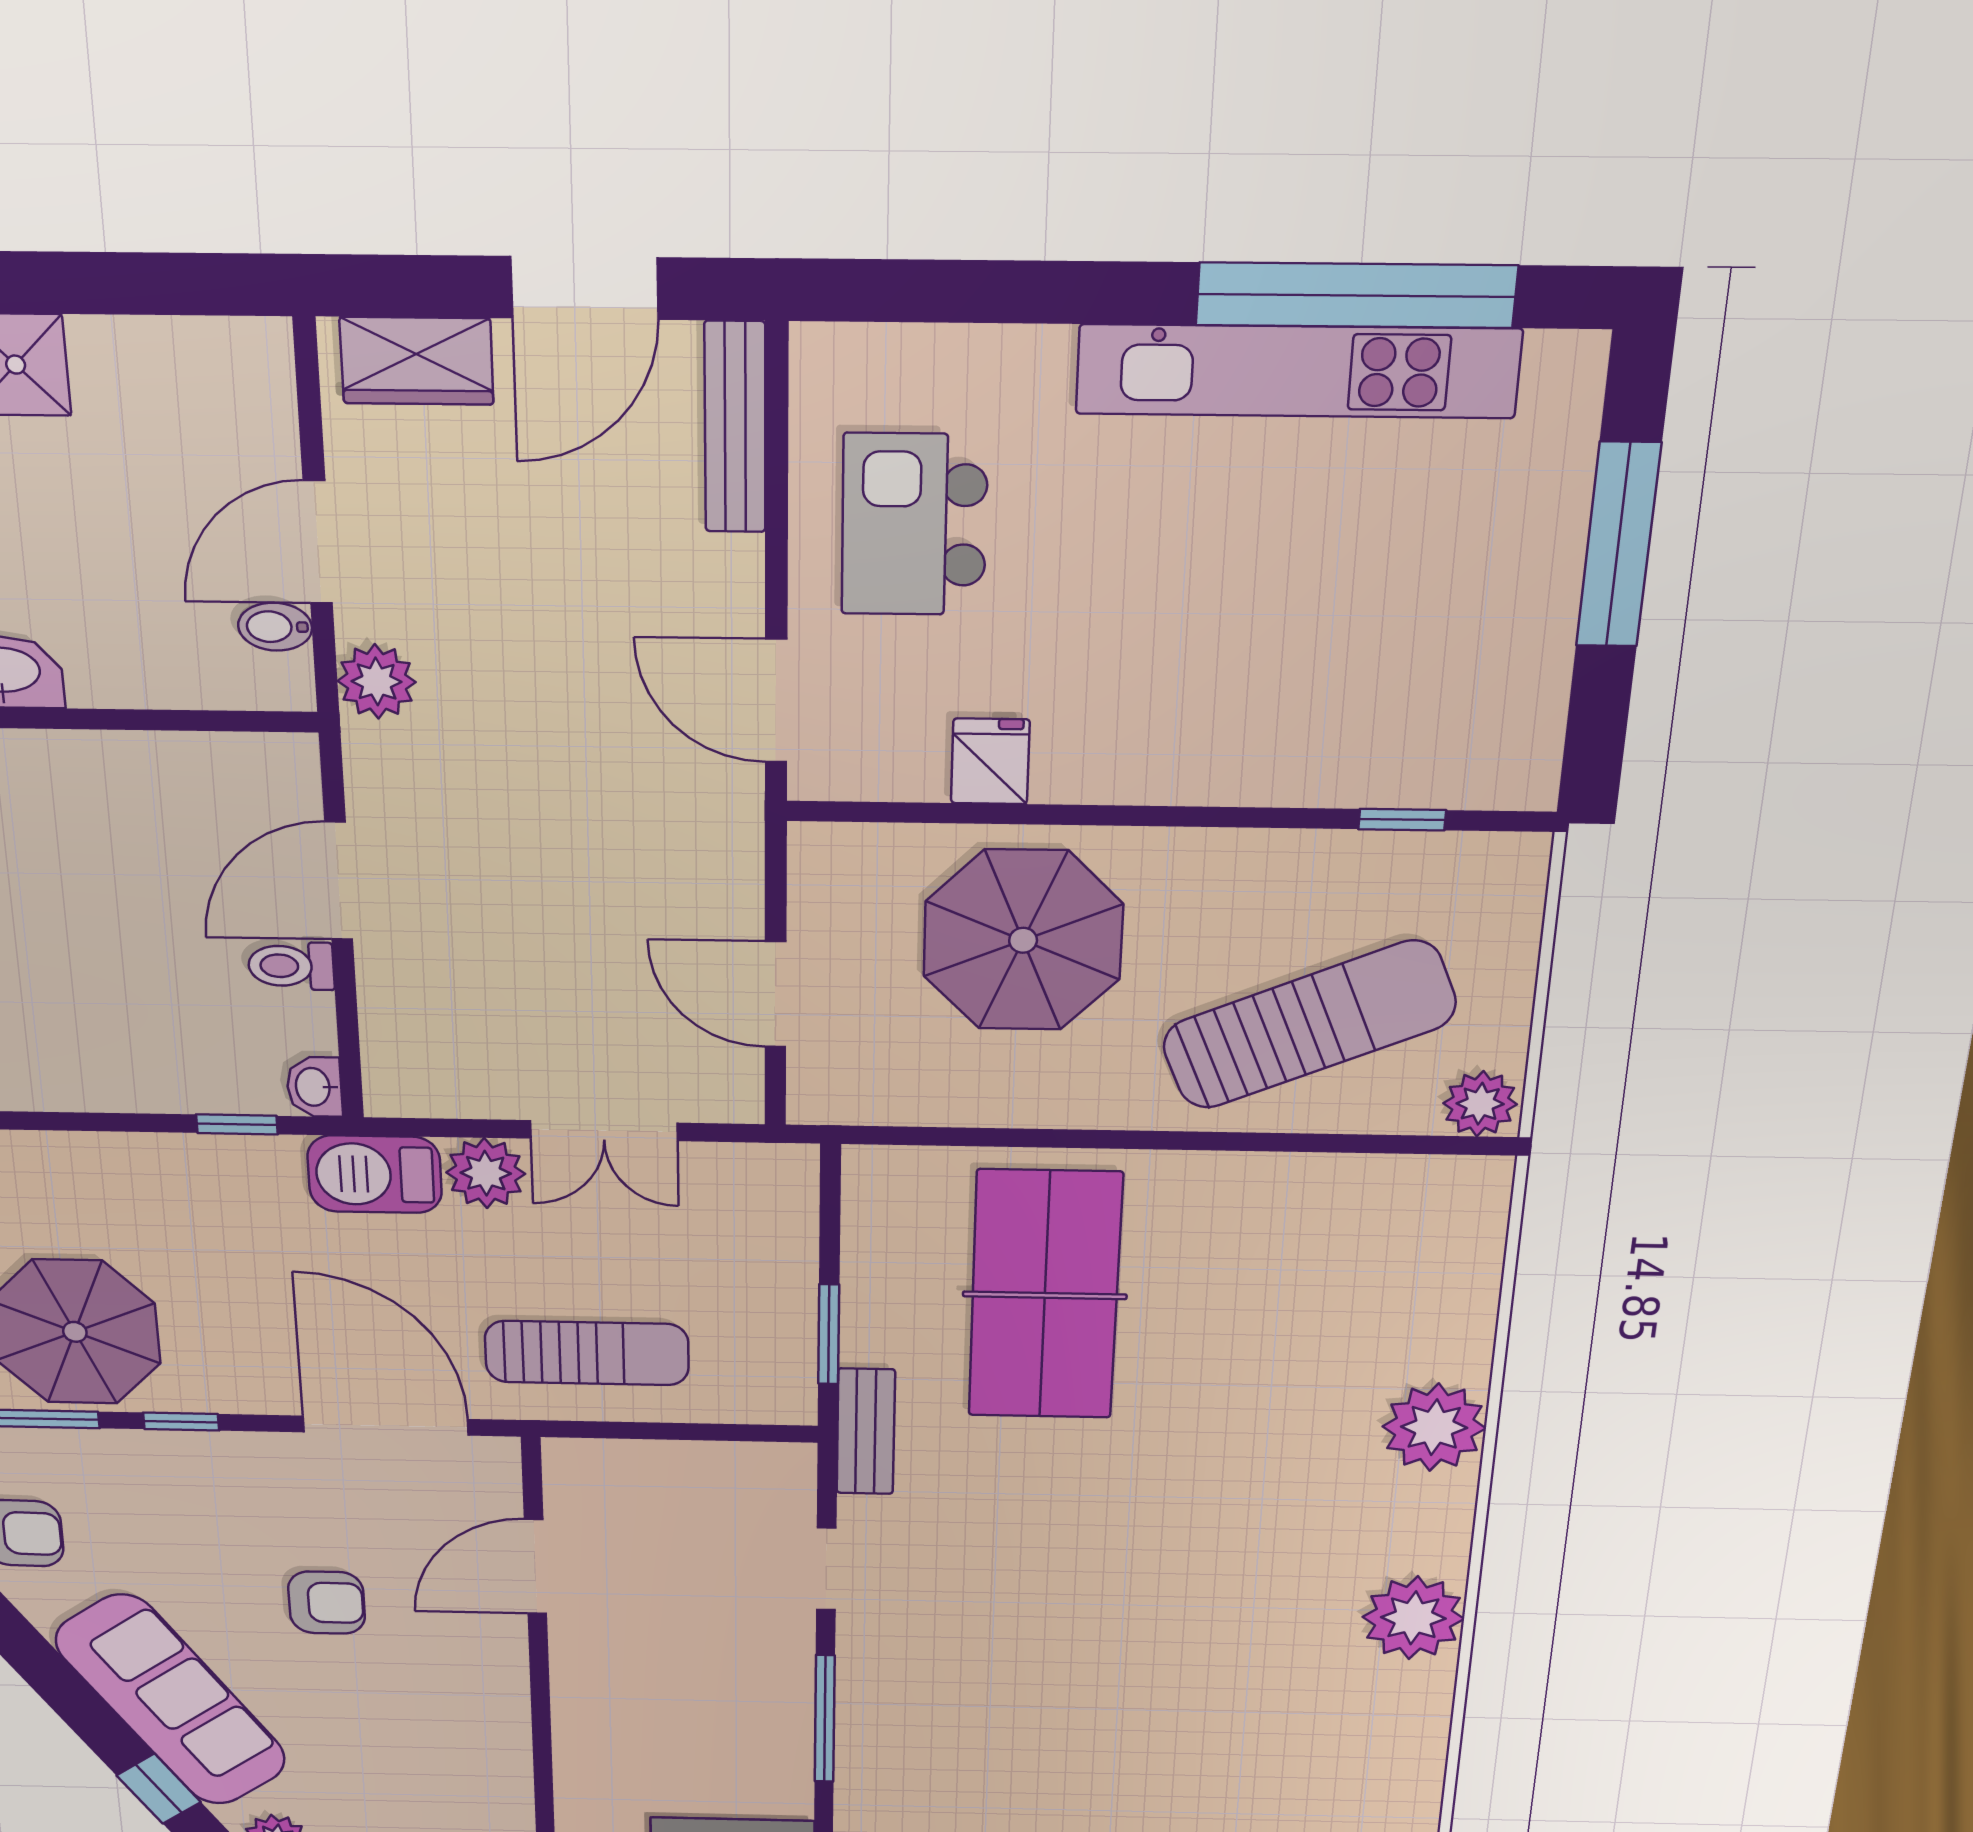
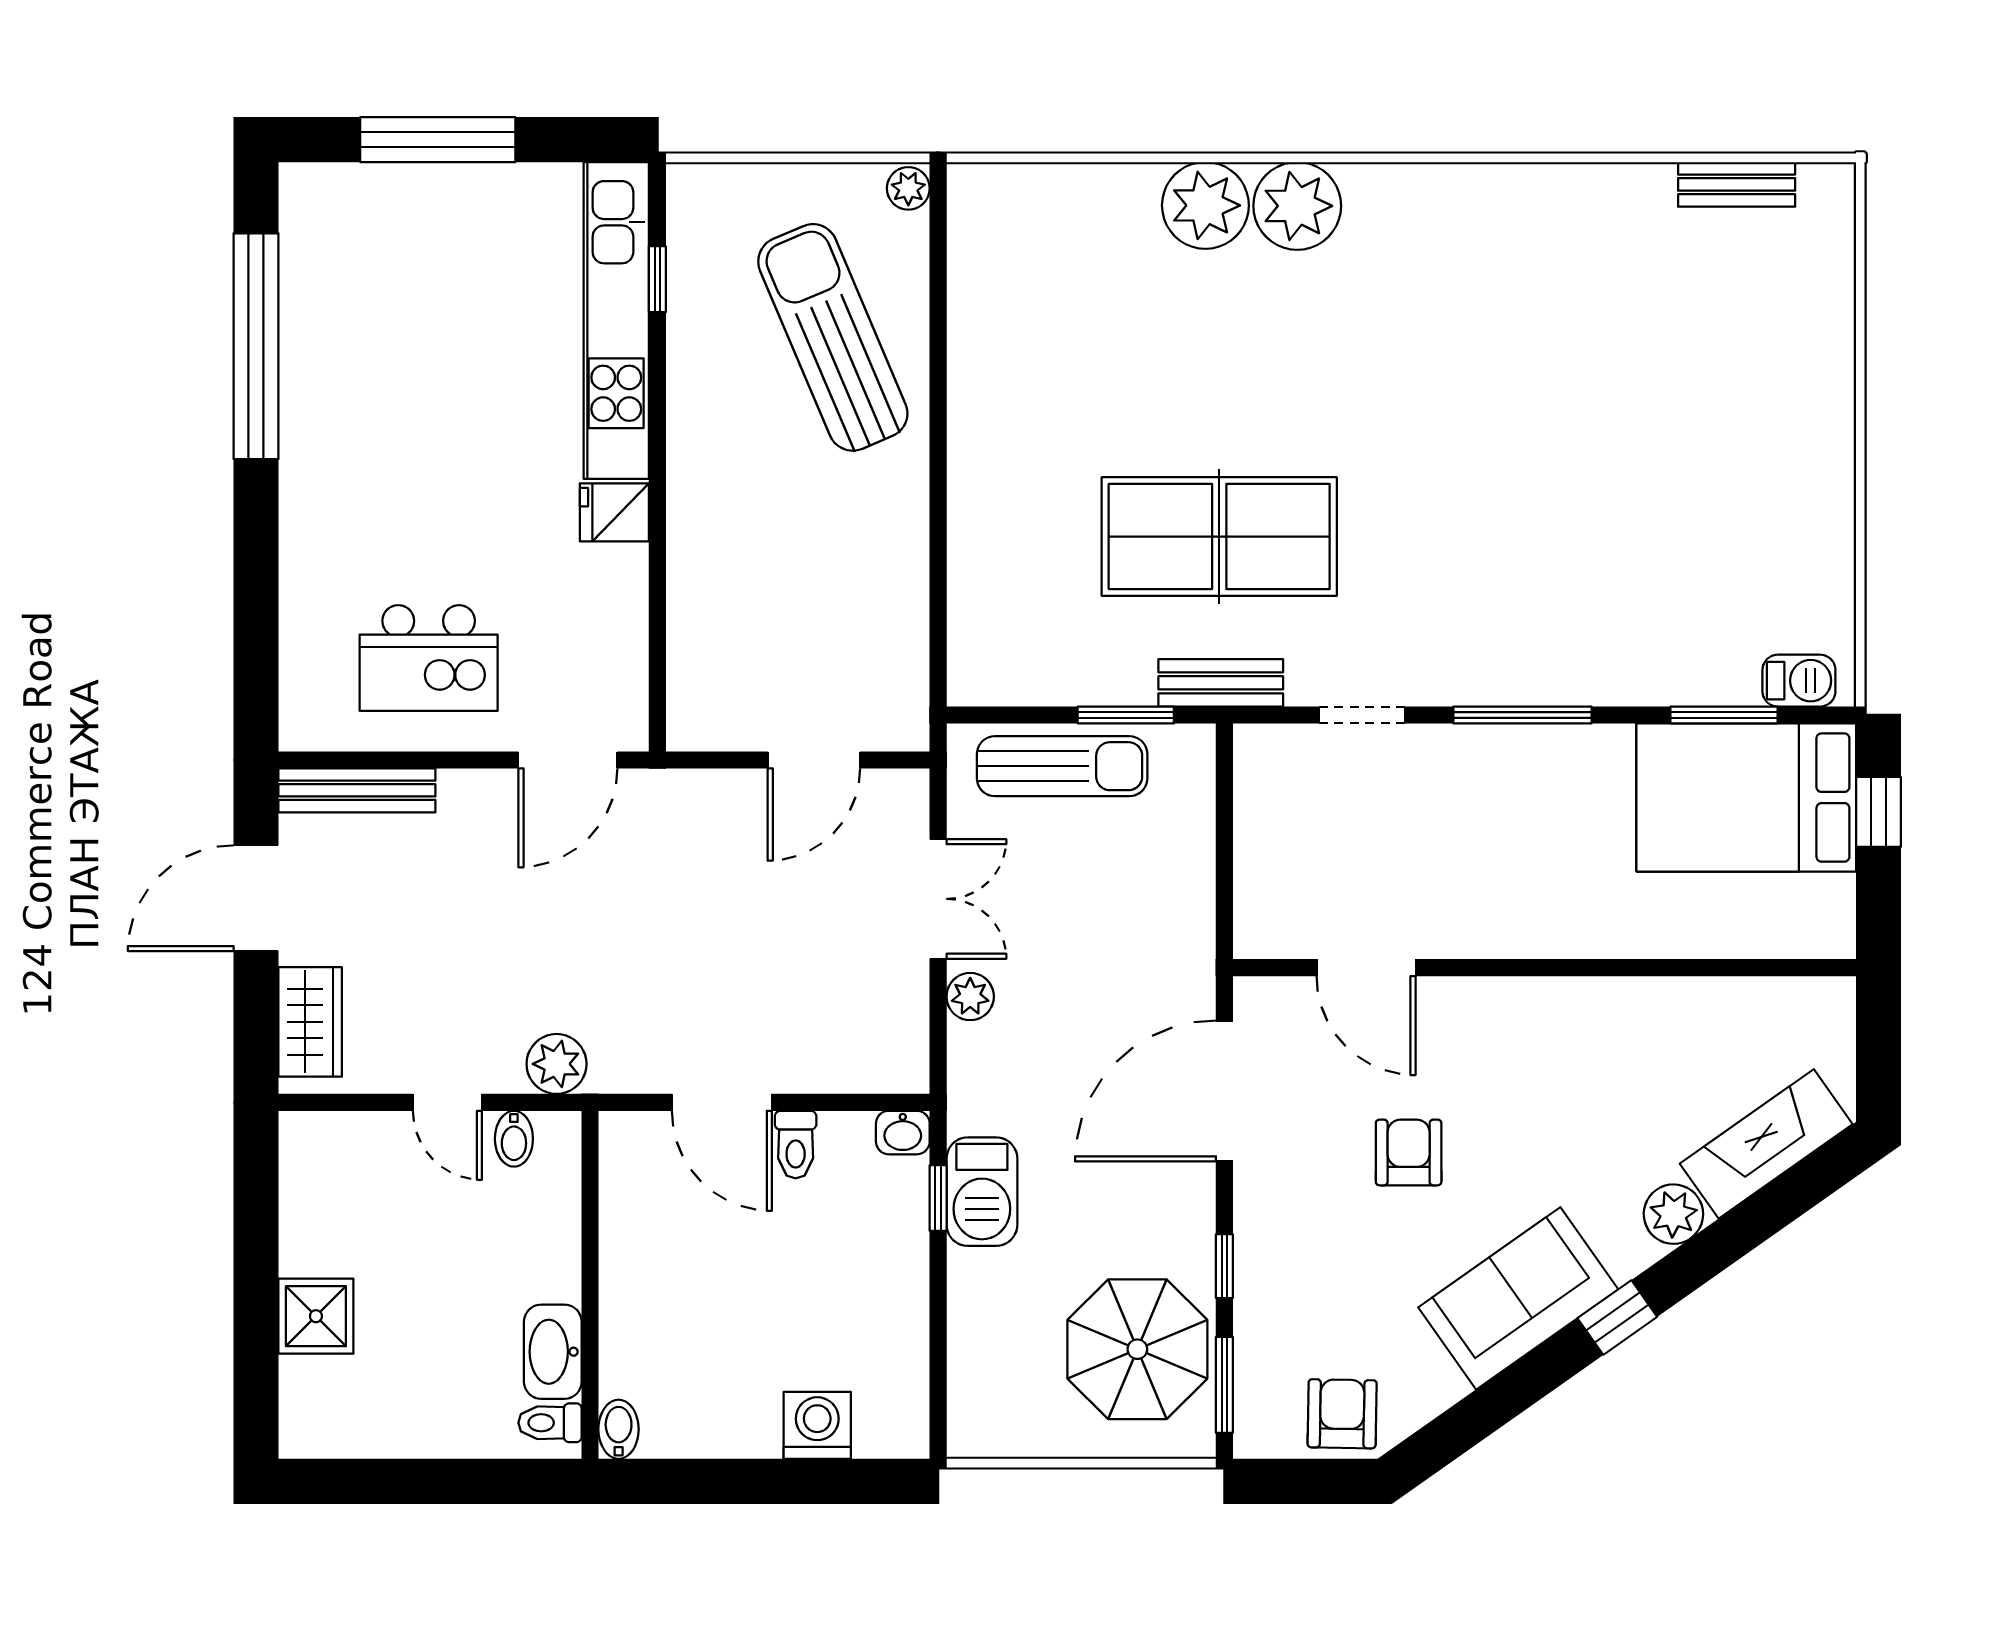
door: (585, 288) -> (256, 898), swing flipped
kitchen unit: (1298, 371) -> (616, 320), moved, turned 180
door: (318, 542) -> (447, 1102), width x0.73
fridge: (990, 761) -> (614, 512), moved
parasol: (1023, 940) -> (764, 566), removed
plant: (1480, 1104) -> (908, 188), width x0.73, depth x0.73
plant: (486, 1173) -> (970, 997), width x0.73, depth x0.73
barbecue: (375, 1174) -> (982, 1192), moved
table tennis table: (1045, 1295) -> (1219, 537), moved
sun lounger: (587, 1353) -> (1062, 766), moved, turned 90
plant: (1413, 1618) -> (1297, 206), moved
sofa: (171, 1700) -> (1518, 1298), width x0.73

